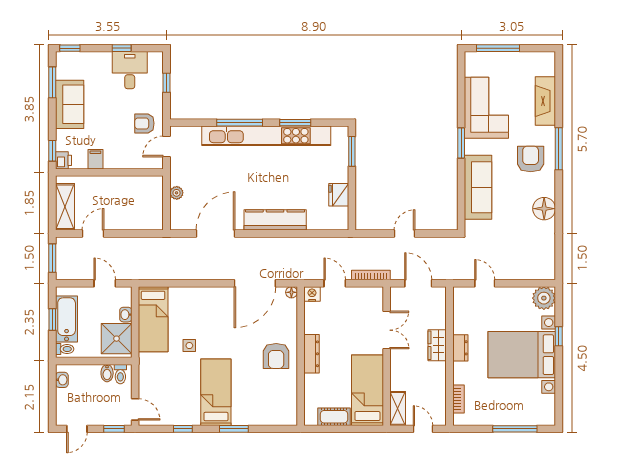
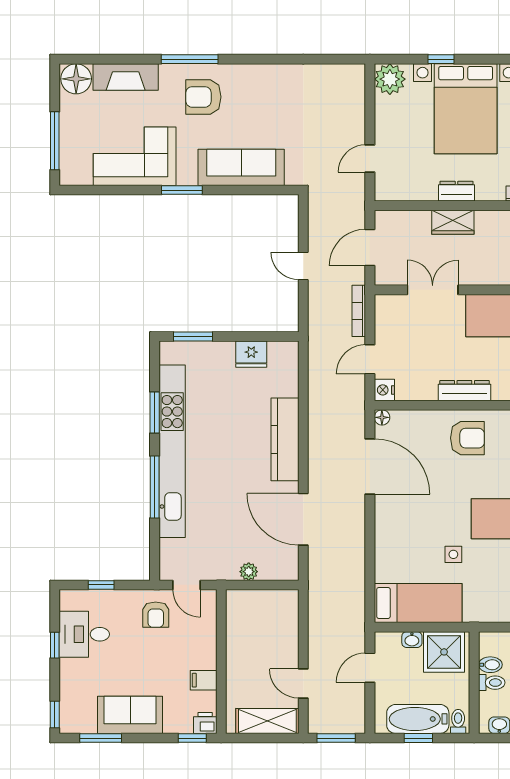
floor lamp: (544, 209) -> (76, 79), moved
toilet: (120, 374) -> (492, 683), moved

